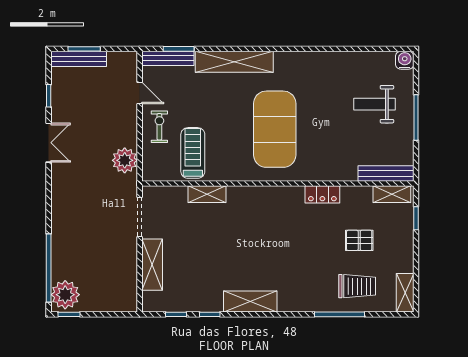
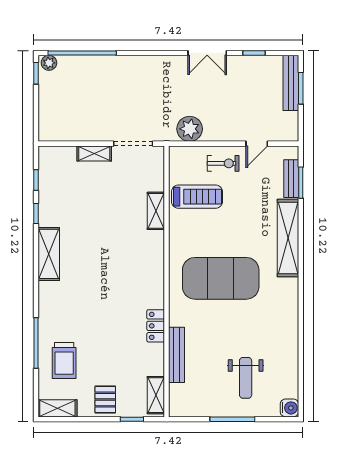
bench: (168, 58) -> (291, 179), width x0.73
weight bench: (375, 104) -> (246, 378), turned 180
bench: (386, 173) -> (176, 355), moved
pallet: (359, 240) -> (105, 400), moved
shelving: (152, 265) -> (94, 153), width x0.67, depth x0.75
plant: (65, 295) -> (49, 63), width x0.53, depth x0.53

